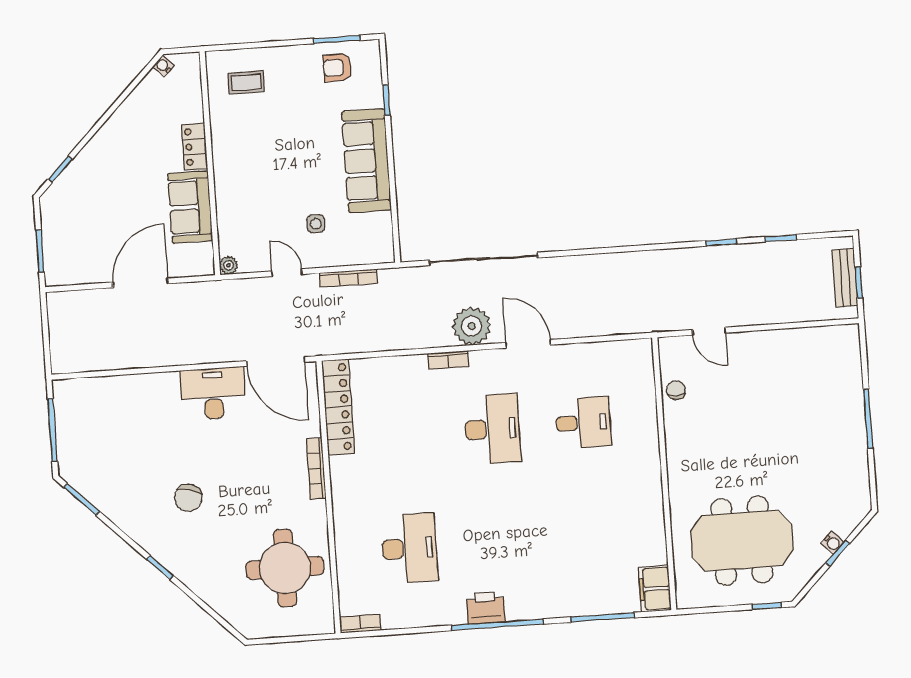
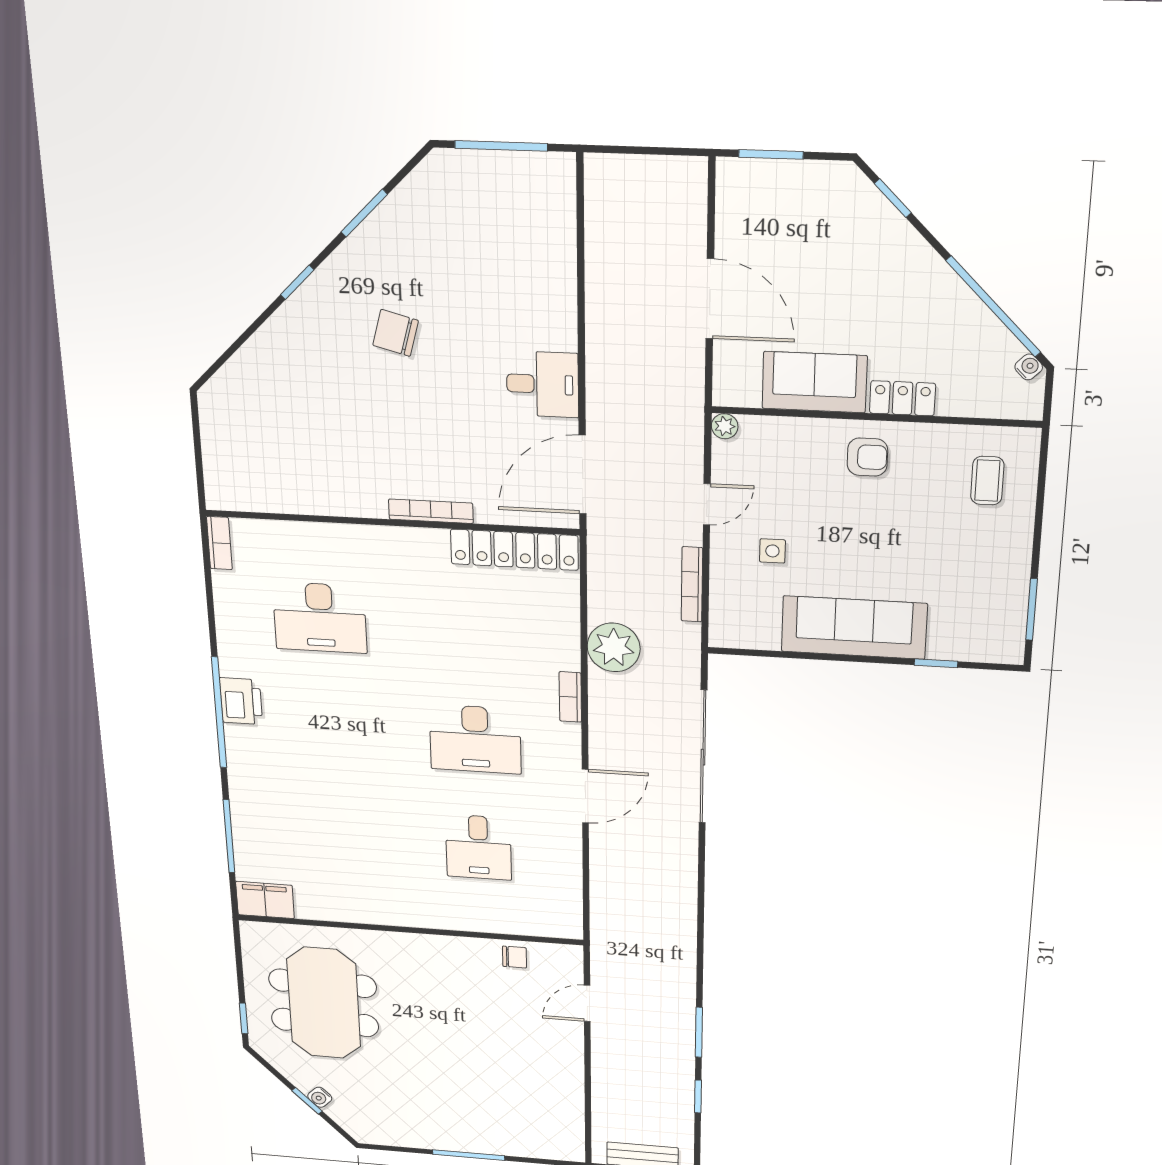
armchair: (337, 68) -> (867, 457), moved, turned 90
window: (125, 95) -> (993, 307), added
window: (721, 242) -> (699, 1032), width x1.50
plant: (472, 326) -> (614, 647), moved
desk: (213, 393) -> (542, 384), width x0.73
window: (82, 499) -> (364, 213), moved
round table: (285, 568) -> (295, 454), removed

